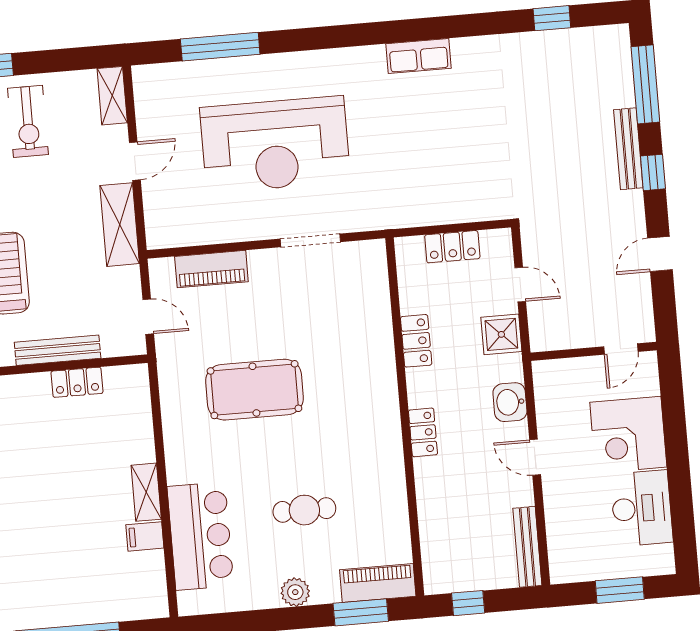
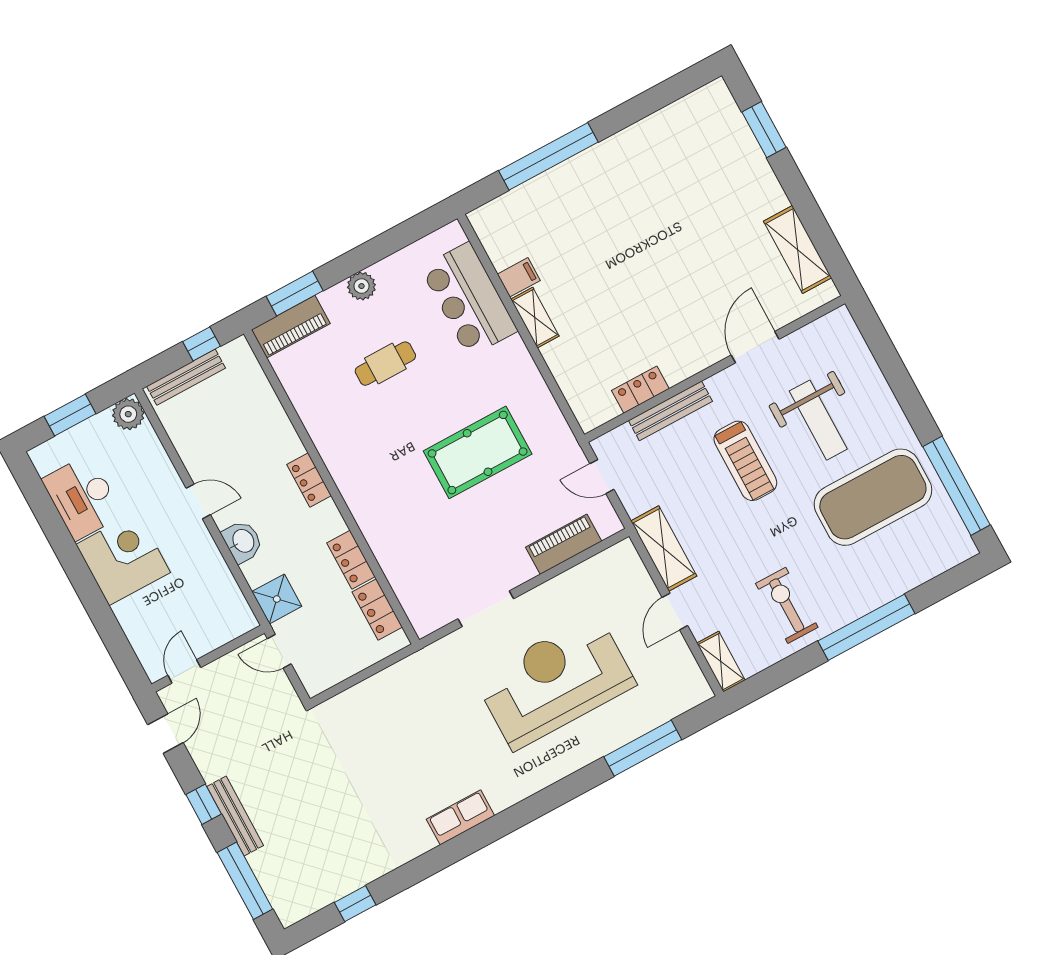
locker: (452, 247) -> (377, 610), moved, turned -90
door: (621, 349) -> (184, 671), moved
wall: (594, 351) -> (208, 659), moved
bench: (527, 547) -> (186, 377), moved, turned 90
plant: (565, 567) -> (128, 414), added

